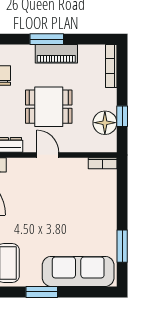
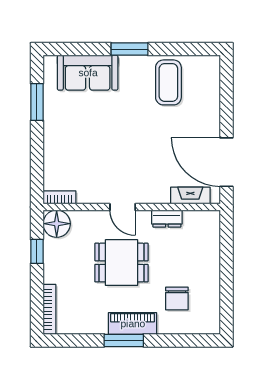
piano: (56, 54) -> (133, 324), moved
floor lamp: (105, 123) -> (57, 224), moved
sofa: (78, 271) -> (88, 73), width x0.73

